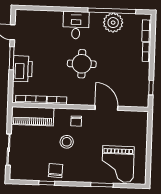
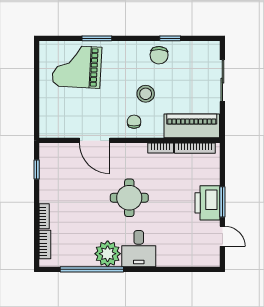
plant: (113, 23) -> (108, 254), moved
printer: (22, 69) -> (207, 203), moved
grand piano: (118, 164) -> (77, 67), turned -87

